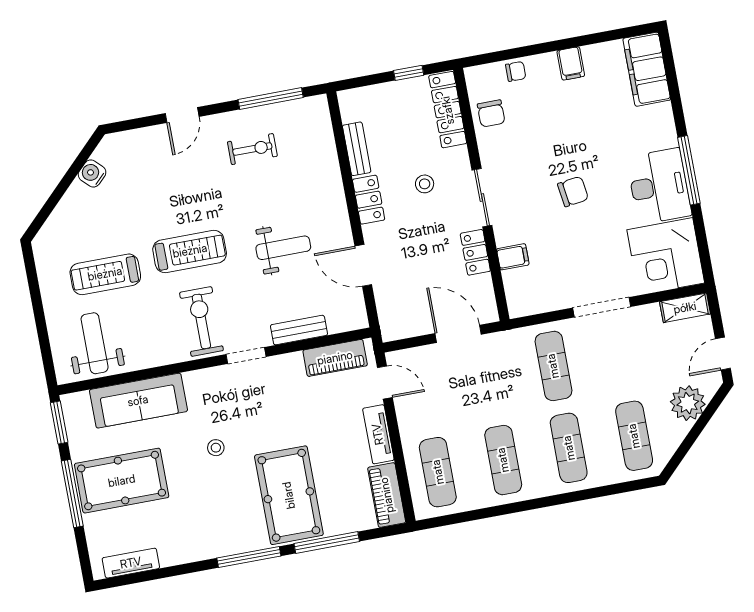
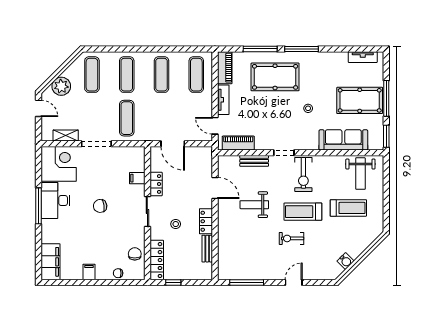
exercise bike: (252, 149) -> (291, 238), moved
shelving: (685, 308) -> (66, 136), moved
door: (723, 354) -> (38, 108), hinge flipped
pool table: (289, 495) -> (275, 77), turned 90

